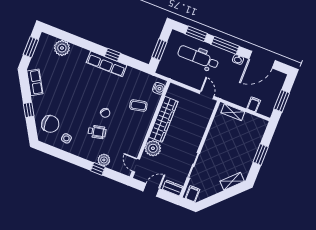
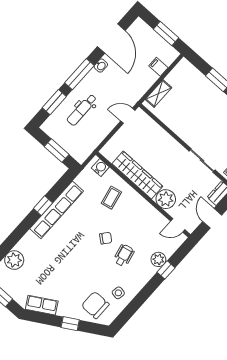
dental chair: (198, 57) -> (82, 110), width x0.73, depth x0.72
row of seats: (107, 64) -> (57, 210), width x1.36
chair: (50, 124) -> (95, 305), turned -90

